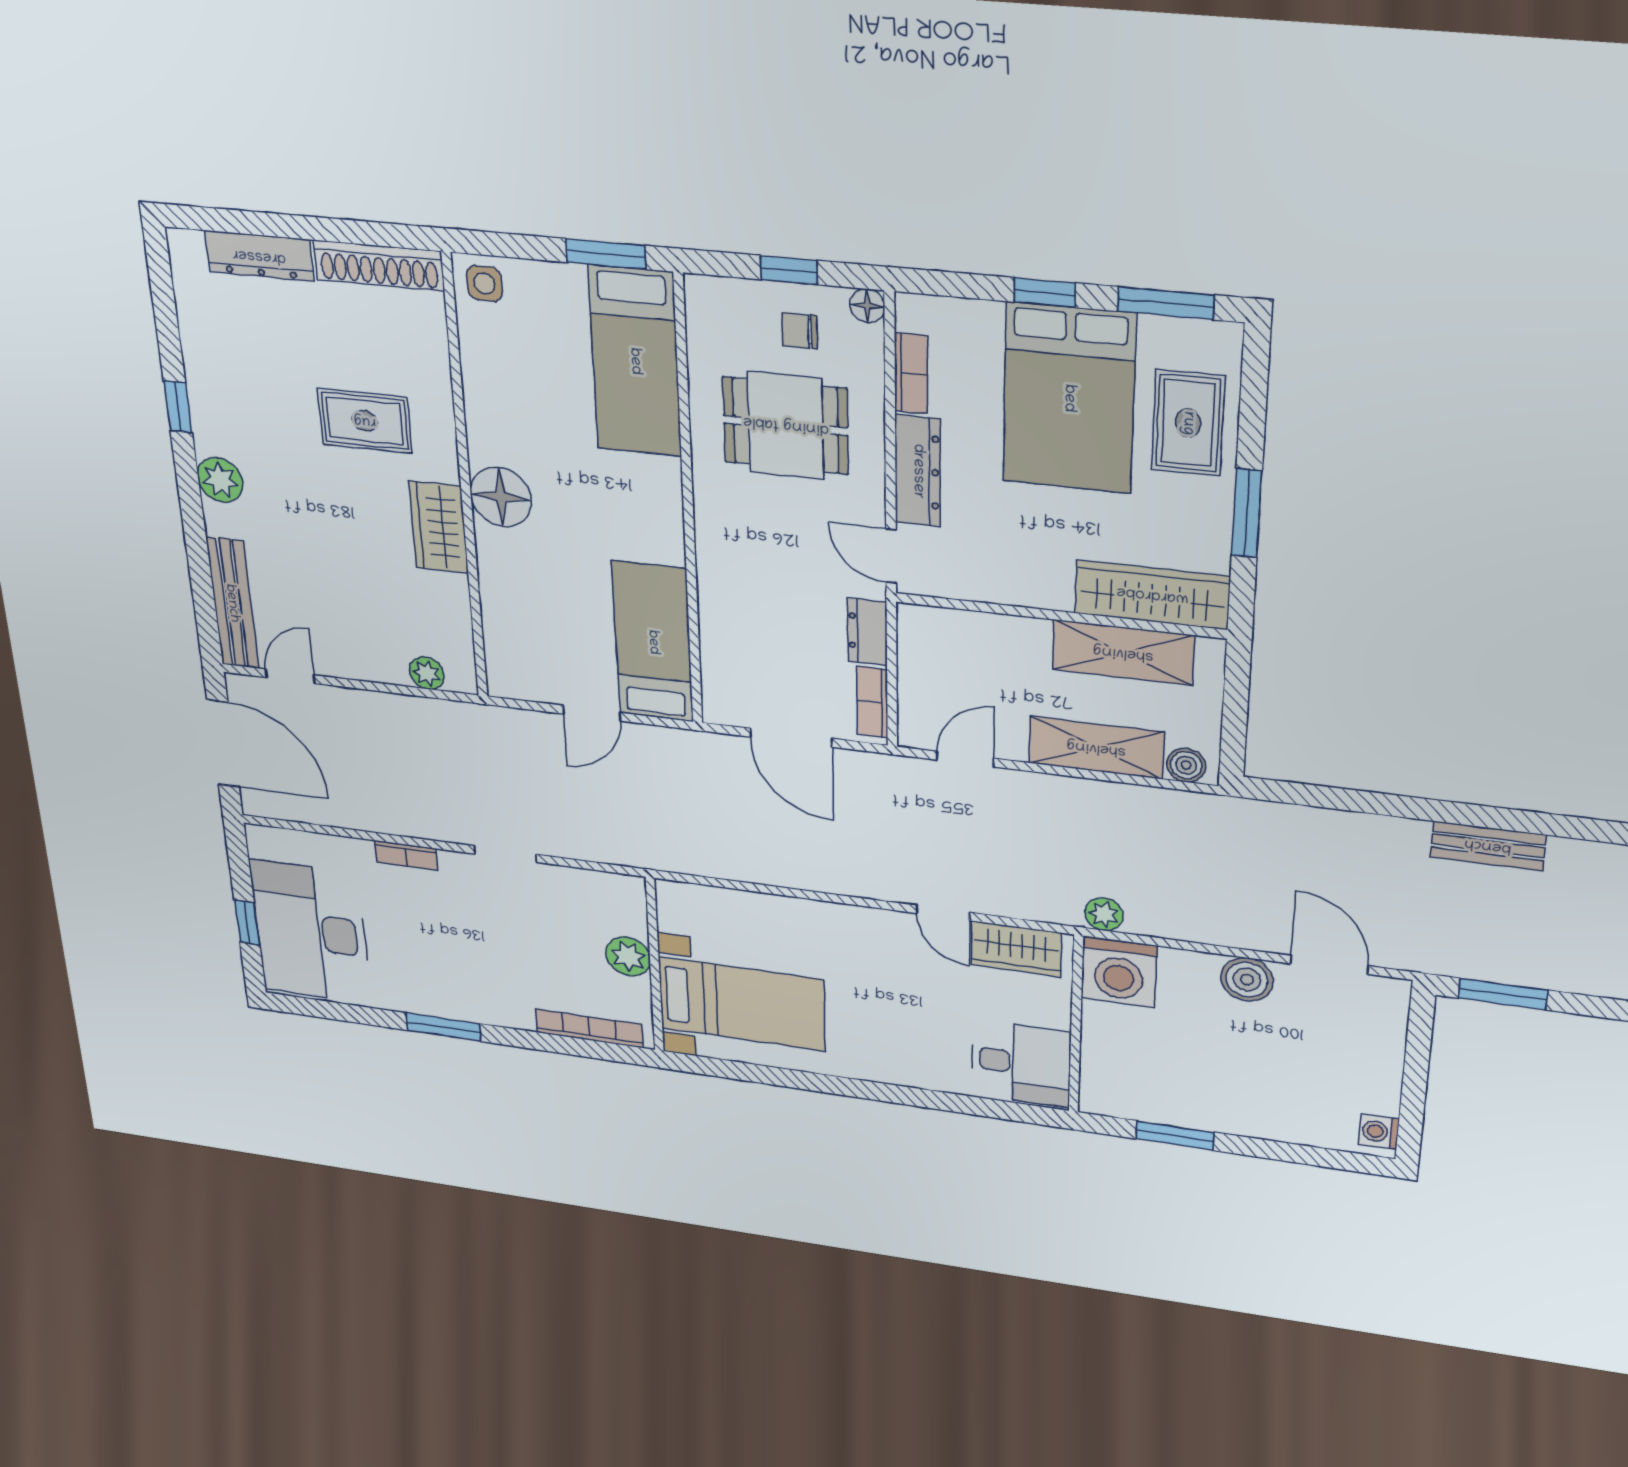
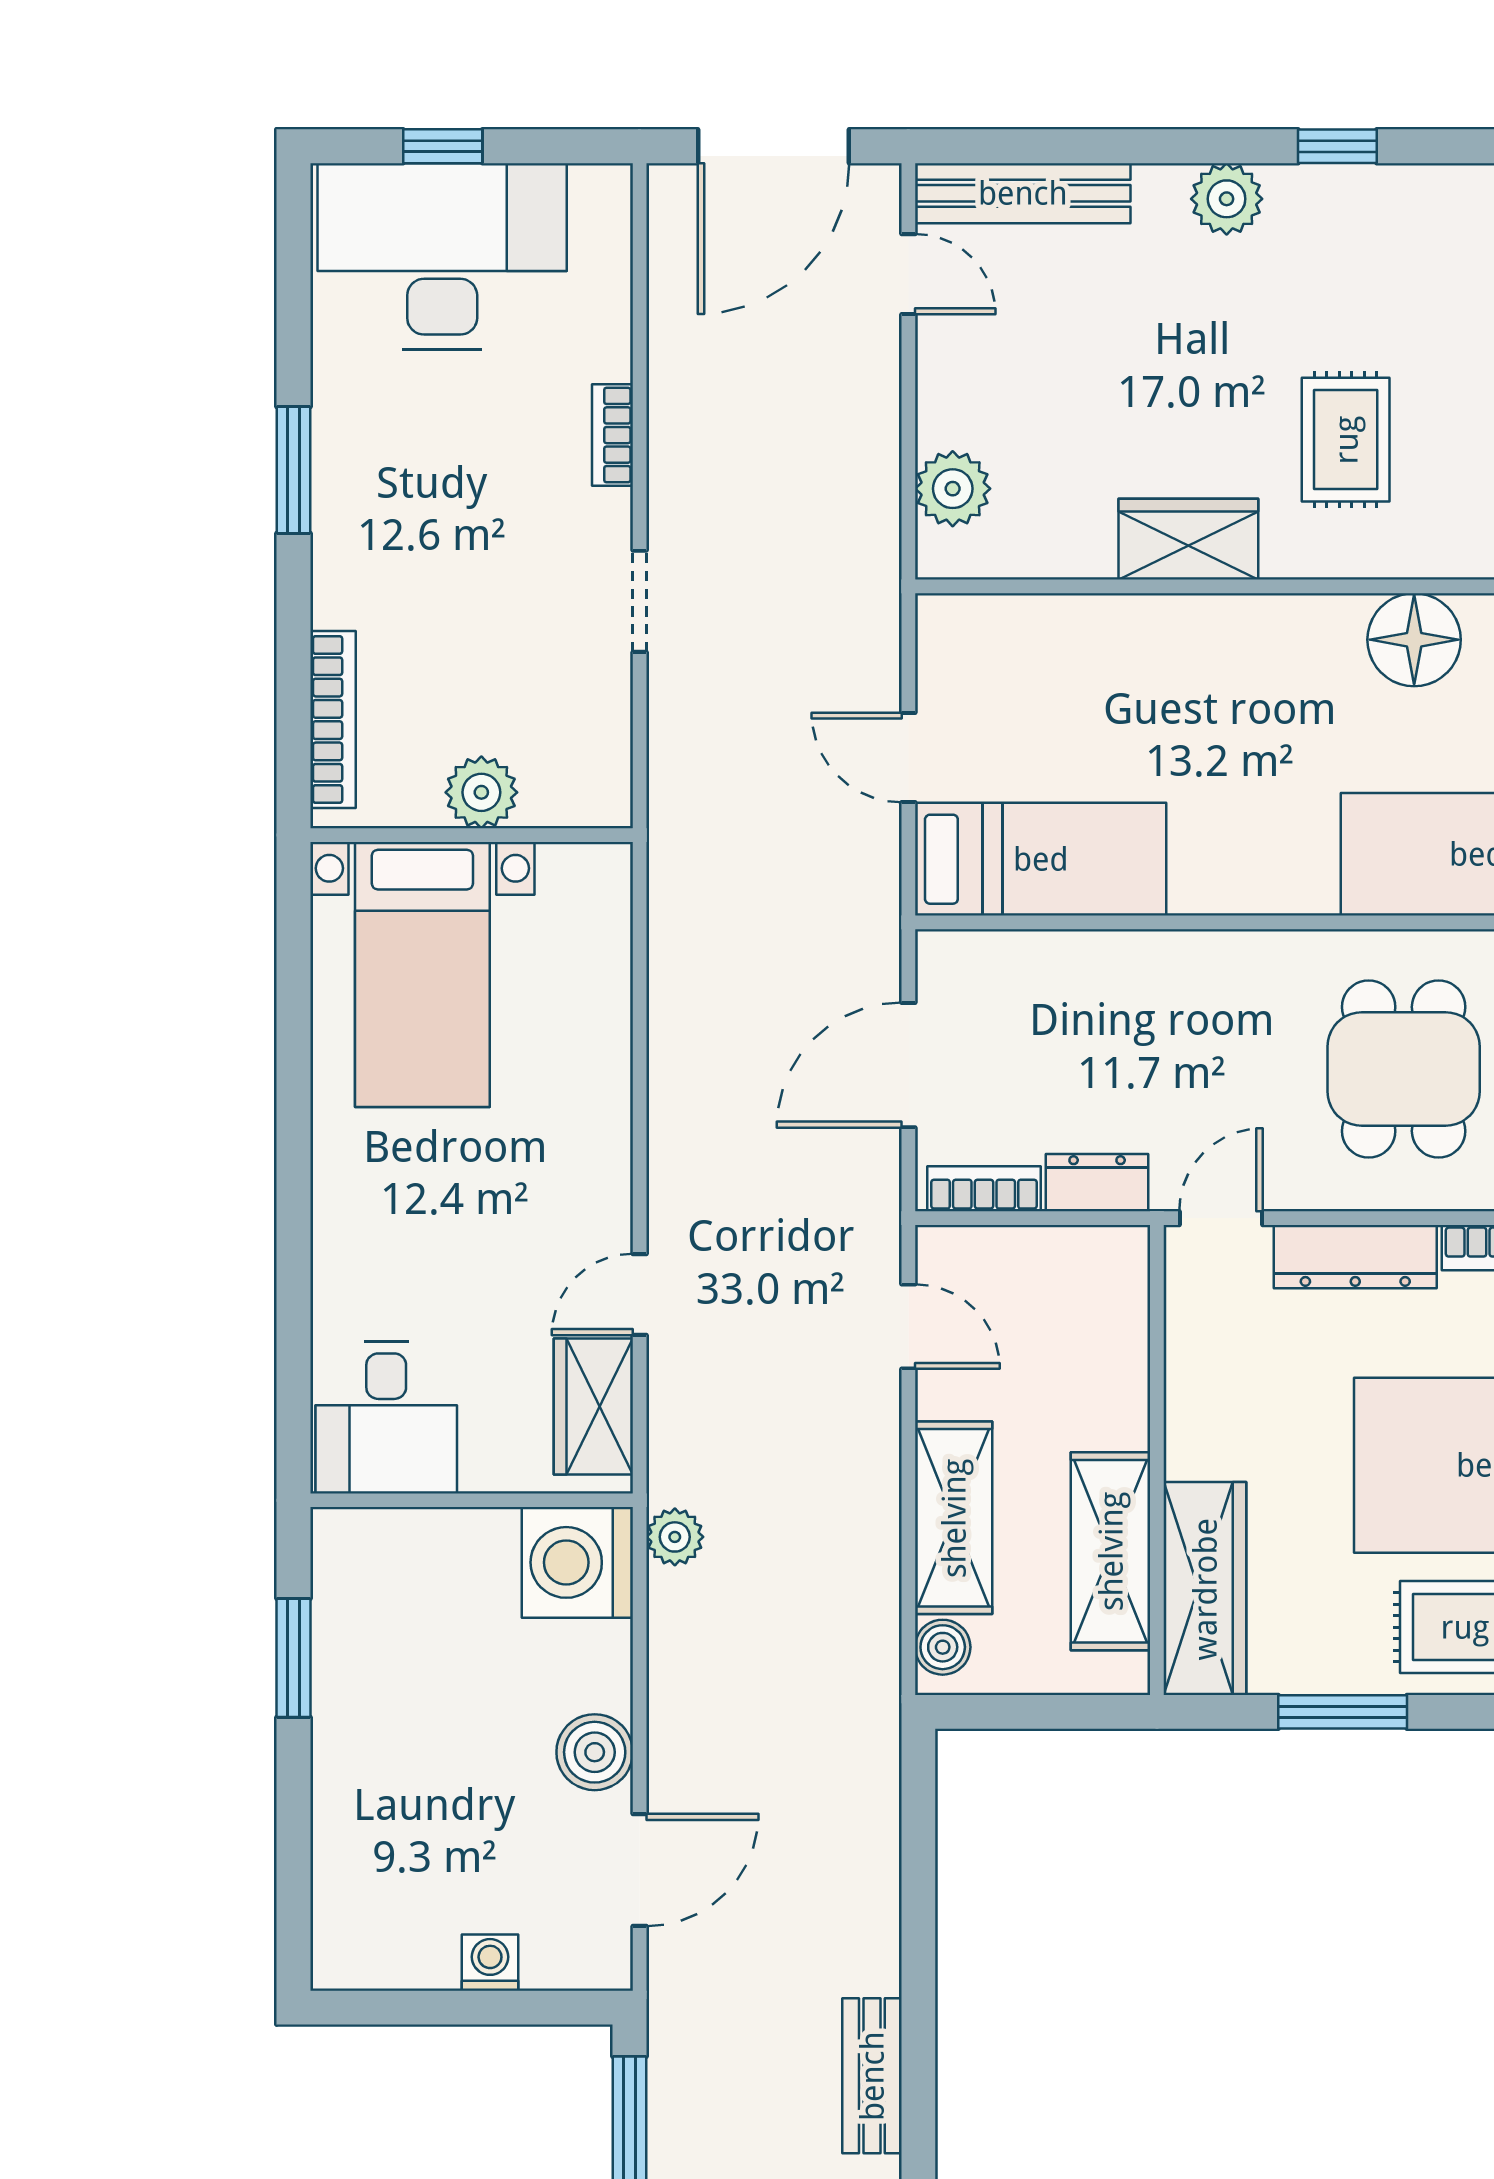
floor lamp: (501, 497) -> (1414, 640), moved
plant: (427, 673) -> (953, 489), width x1.38, depth x1.38
washing machine: (1379, 1132) -> (490, 1963), moved

